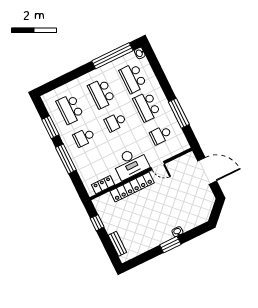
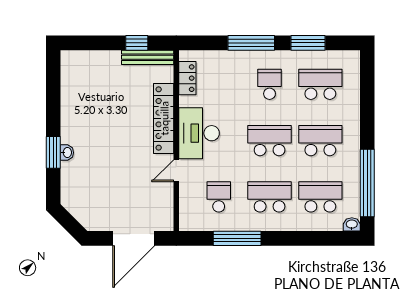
school desk: (115, 122) -> (270, 141), width x1.85
bench: (117, 244) -> (148, 57), moved, width x1.36
window: (170, 245) -> (53, 152), moved

